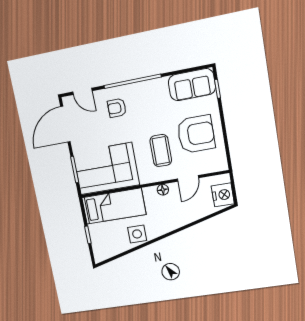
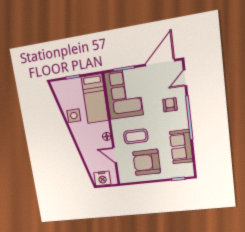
sofa: (192, 85) -> (181, 147), moved
door: (65, 124) -> (160, 63), hinge flipped
armchair: (196, 134) -> (147, 162), turned 90

